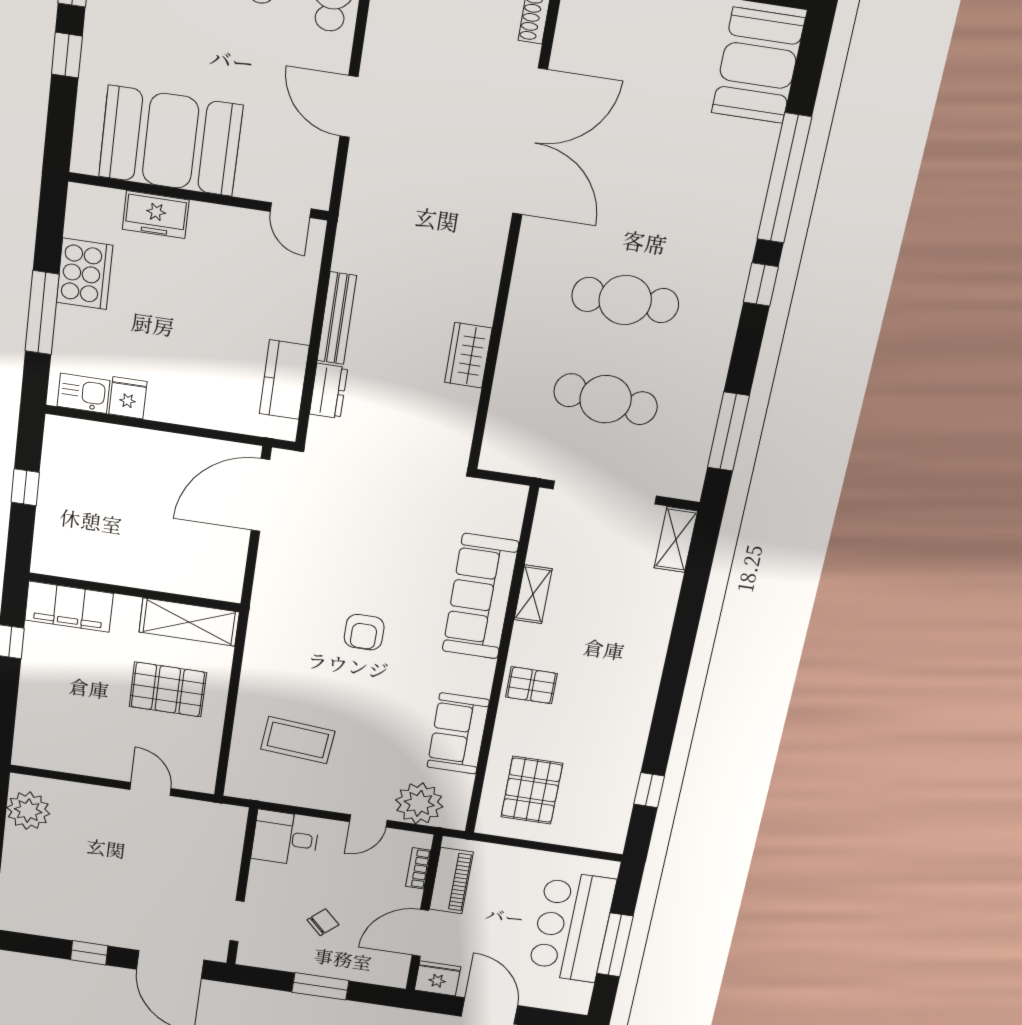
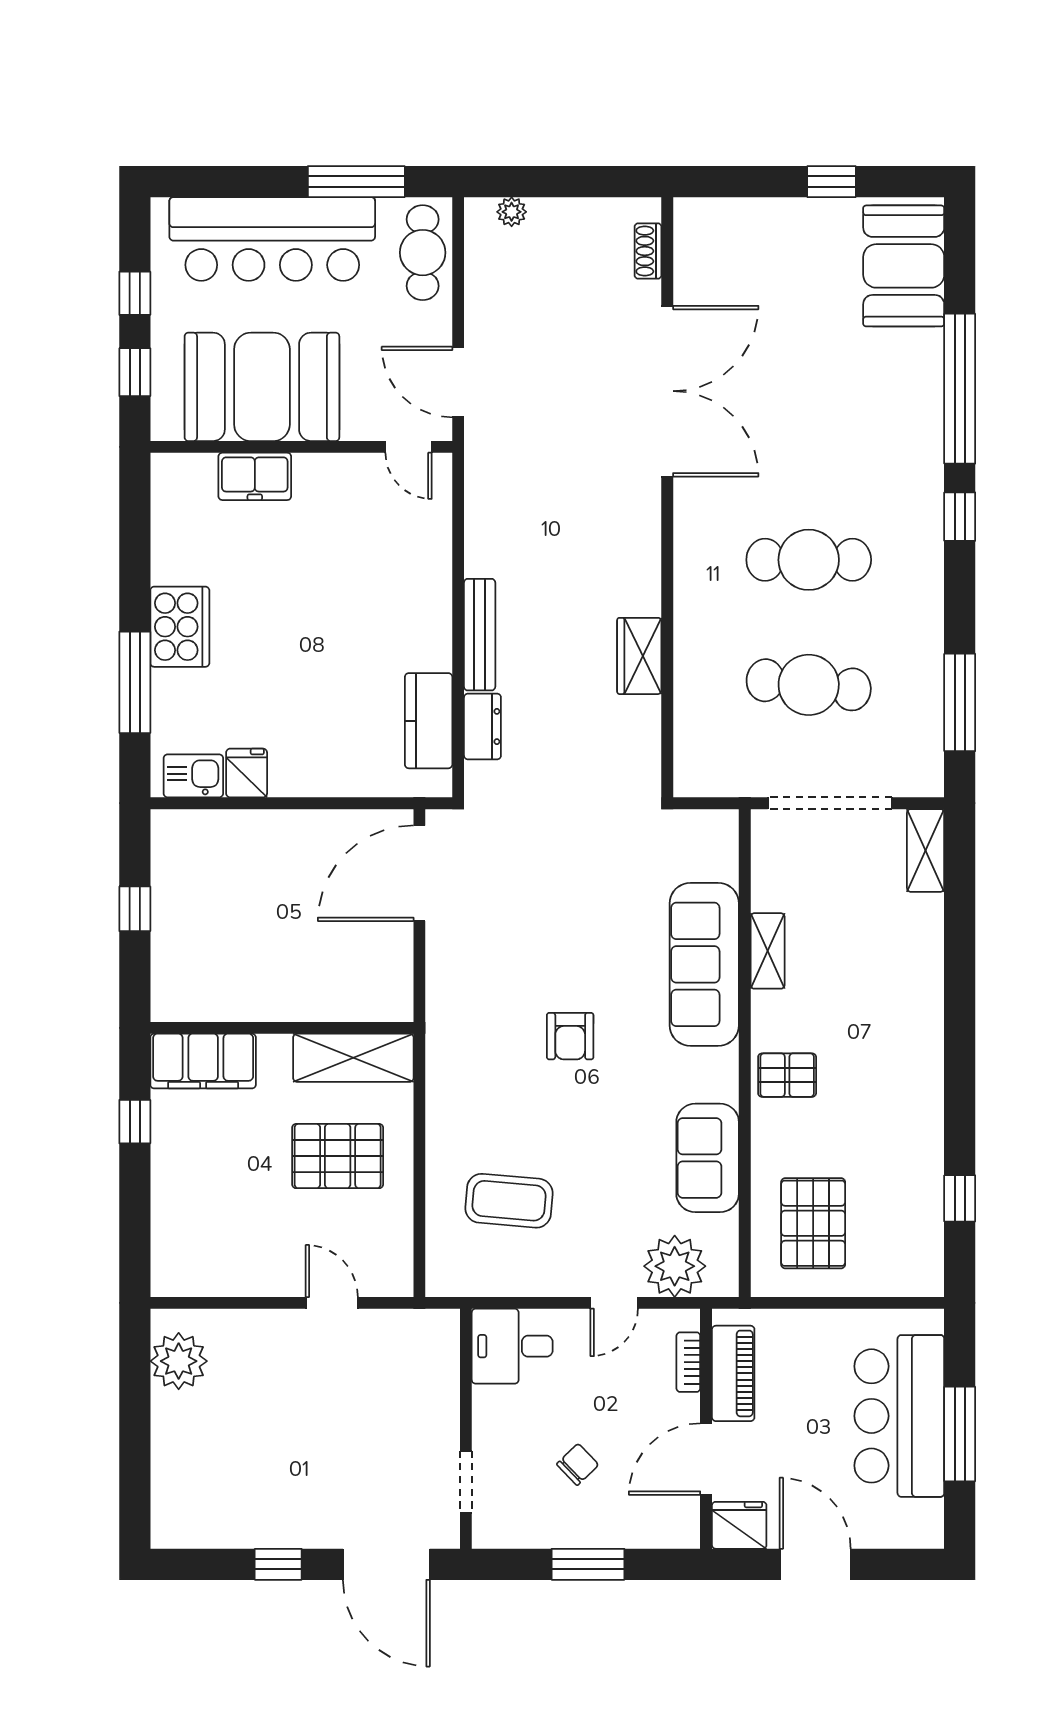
booth: (171, 141) -> (262, 387), moved
wall: (198, 196) -> (301, 447), moved
door: (291, 210) -> (409, 447), moved
freezer: (156, 215) -> (255, 476), moved

